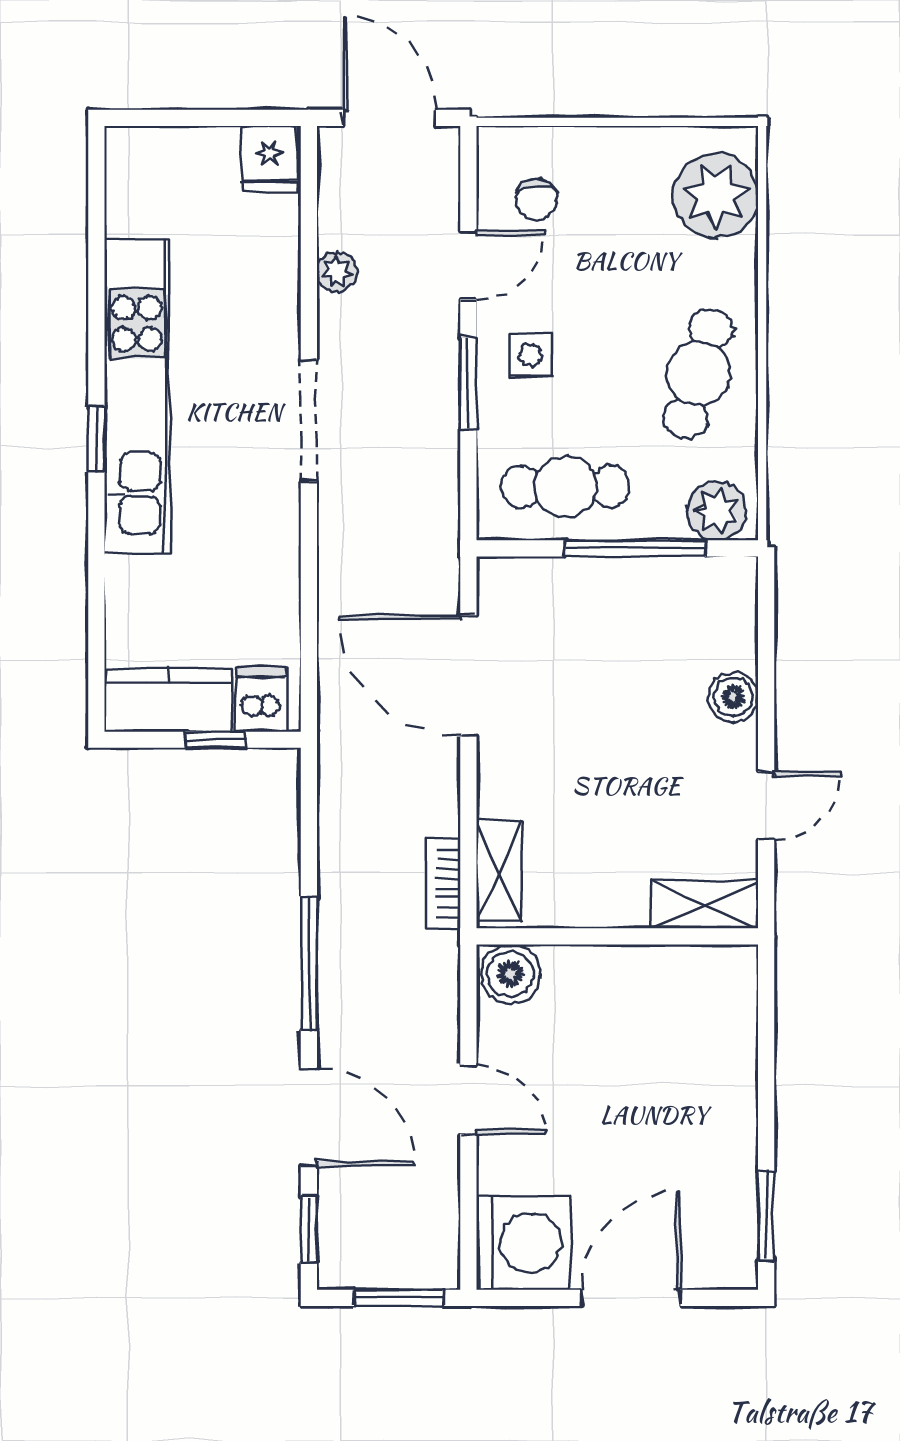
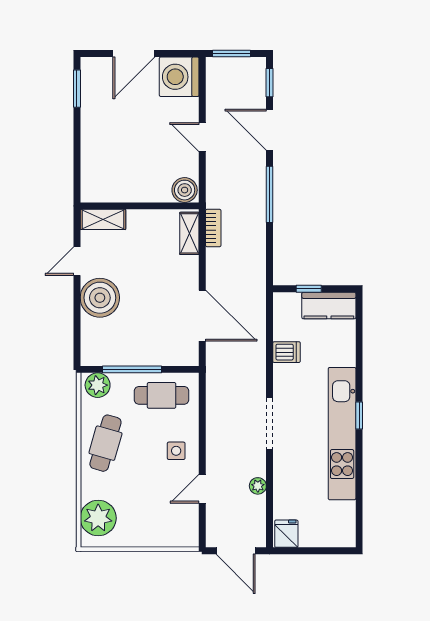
chair: (536, 200) -> (174, 516), removed
window: (468, 383) -> (202, 439), removed
boiler: (733, 697) -> (100, 298), width x1.86, depth x1.86
dishwasher: (261, 699) -> (287, 352), moved, turned -90

